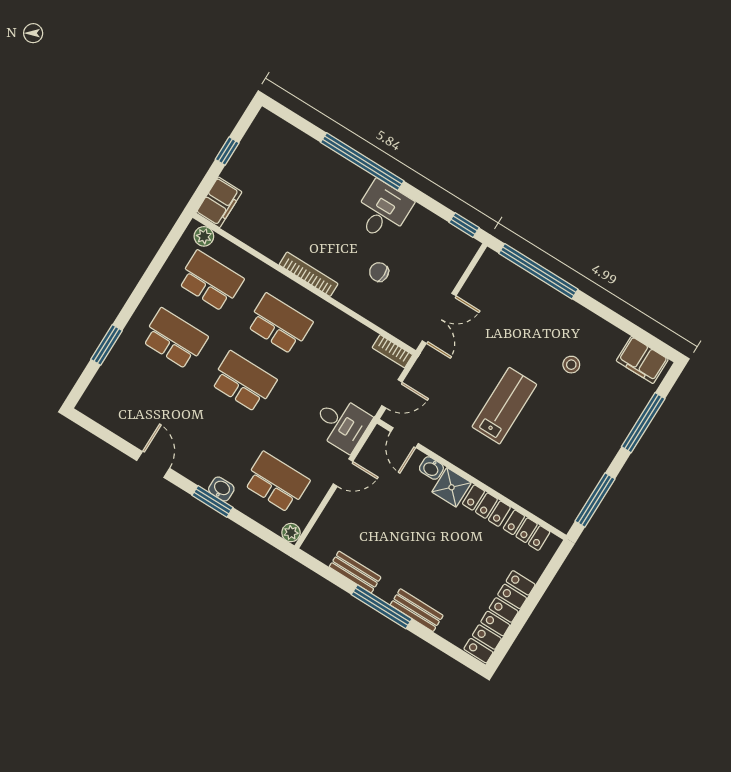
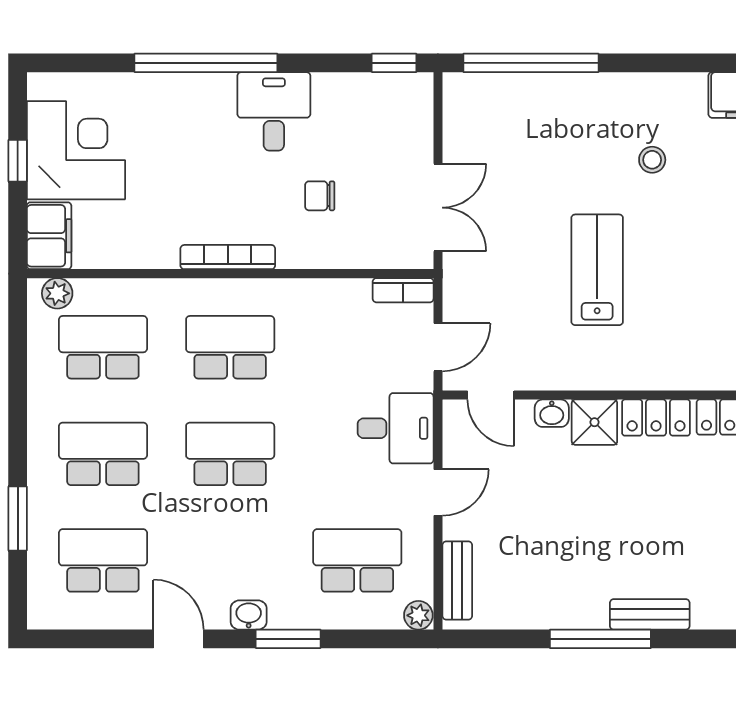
corner desk: (262, 165) -> (76, 150), added
school desk: (139, 396) -> (103, 560), added
washbasin: (221, 489) -> (249, 615), moved
bench: (355, 572) -> (457, 581), moved, turned 90

